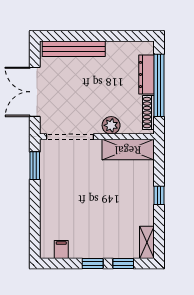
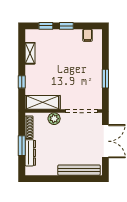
window: (159, 85) -> (22, 146), width x0.47
window: (35, 166) -> (105, 79), moved
window: (159, 195) -> (22, 82), moved
shelving: (147, 242) -> (30, 53), moved

